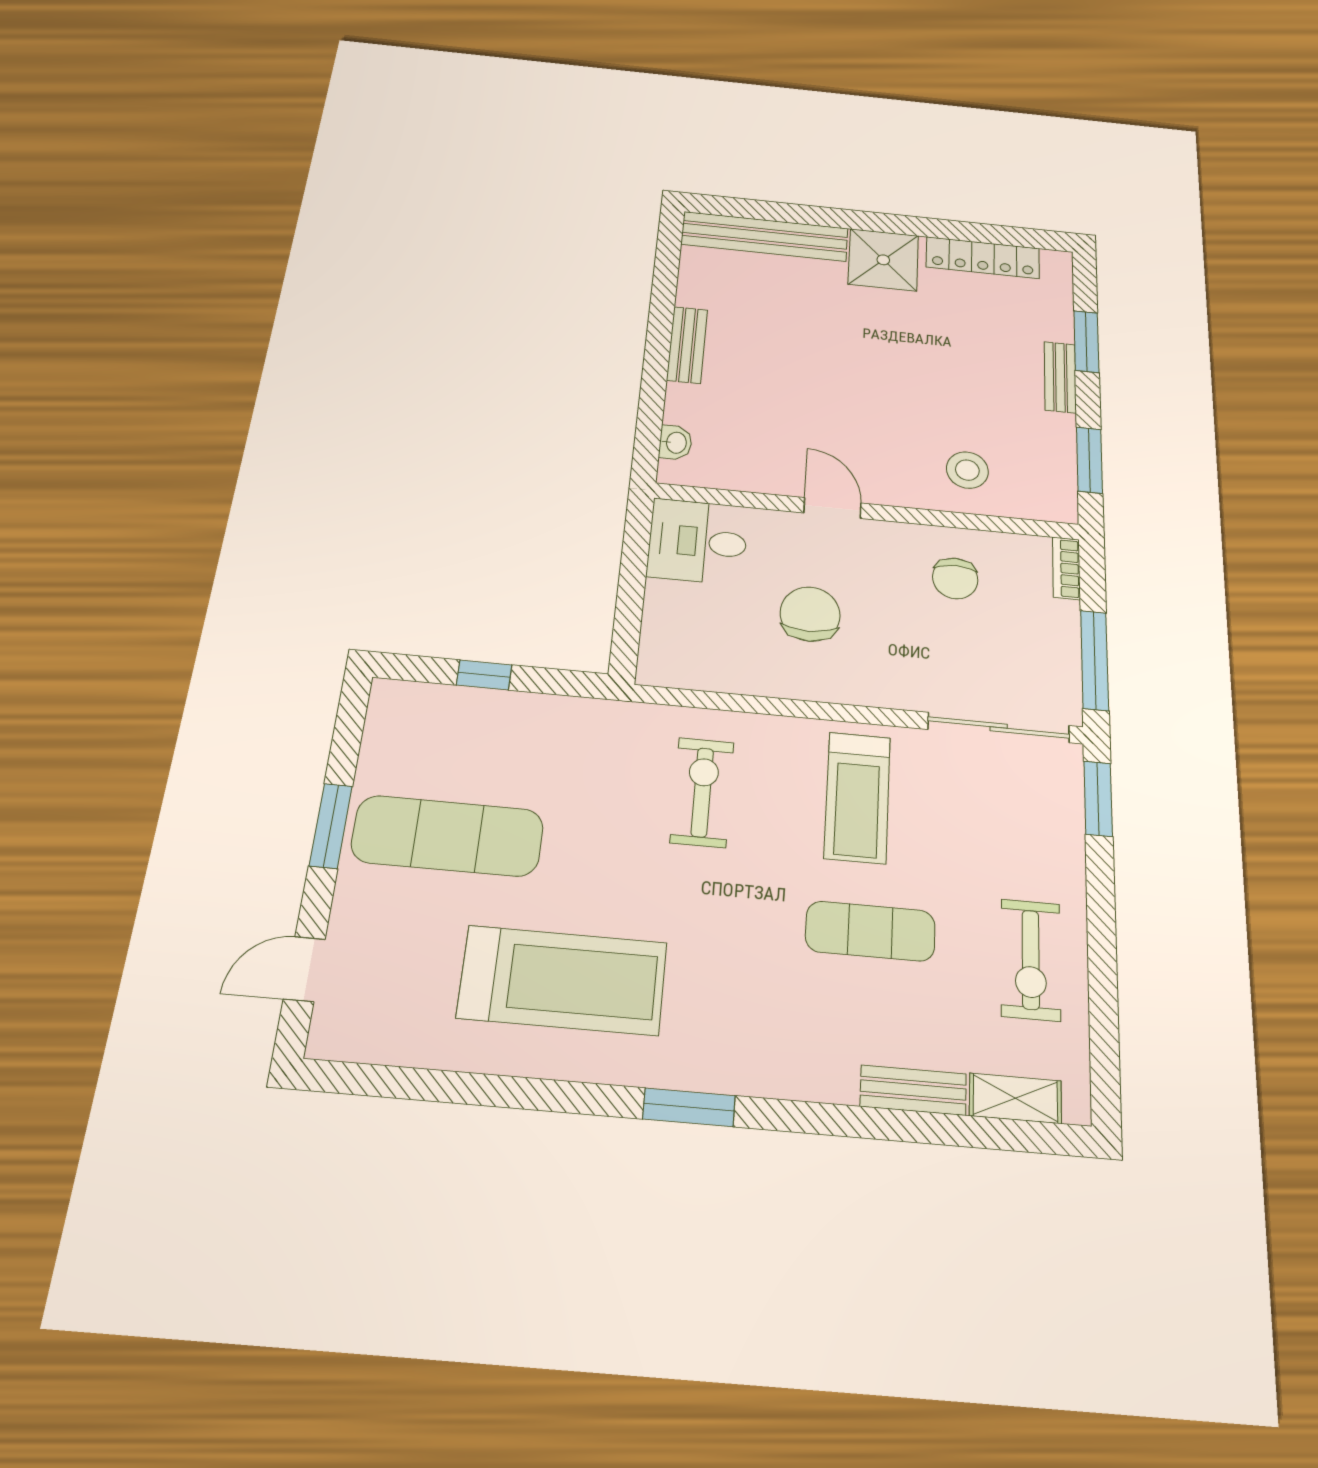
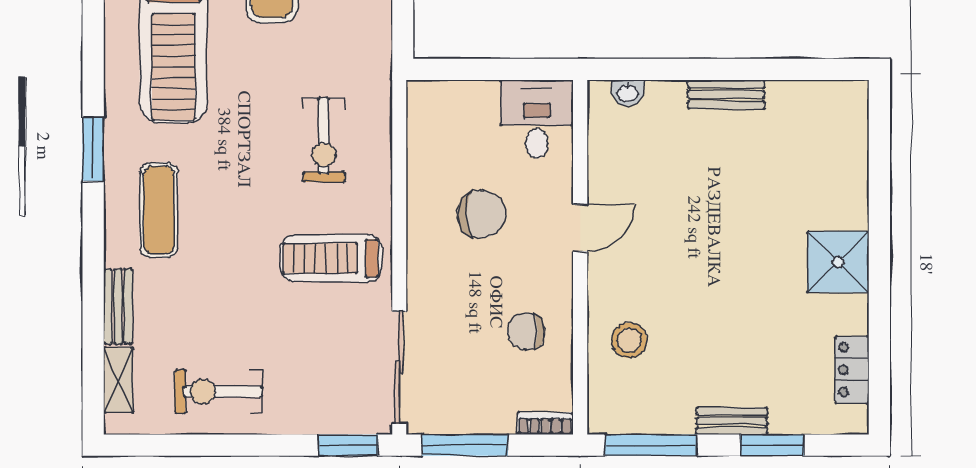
bench: (765, 236) -> (850, 154), removed
locker: (983, 258) -> (852, 370), width x0.66
window: (1089, 460) -> (651, 445), width x1.44
exercise bike: (702, 792) -> (324, 140), turned 90
exercise mat: (870, 931) -> (159, 210), moved

